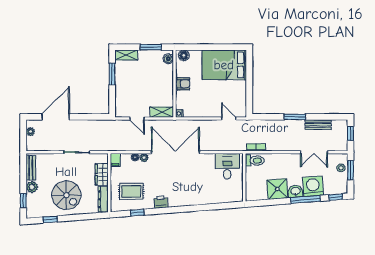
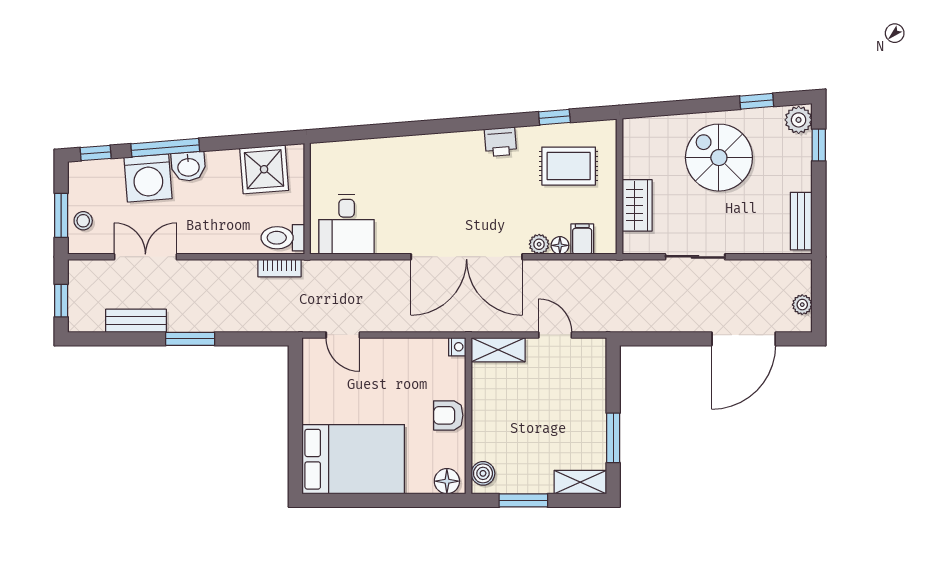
filing cabinet: (115, 160) -> (582, 239), moved
plant: (32, 187) -> (799, 120), moved
shower: (277, 189) -> (264, 169), moved
dresser: (103, 199) -> (634, 148), removed

